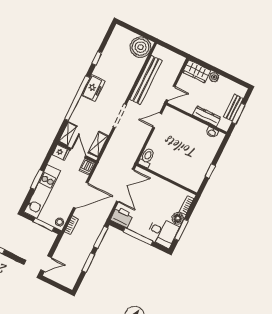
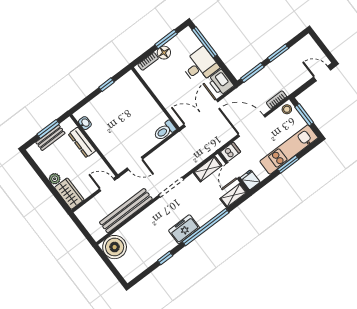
desk: (163, 232) -> (200, 66), moved, turned 90
window: (138, 236) -> (205, 42), moved

